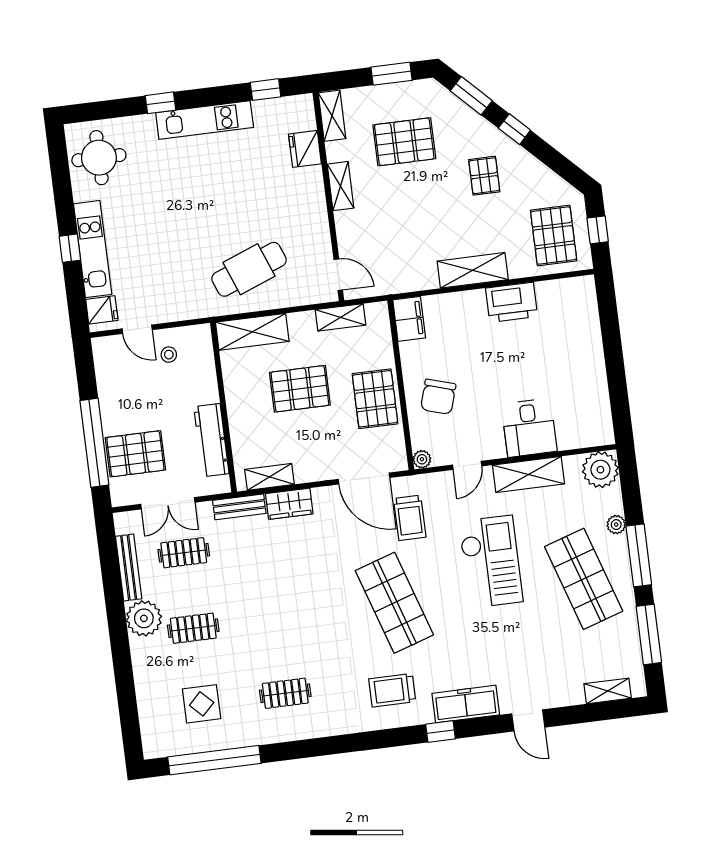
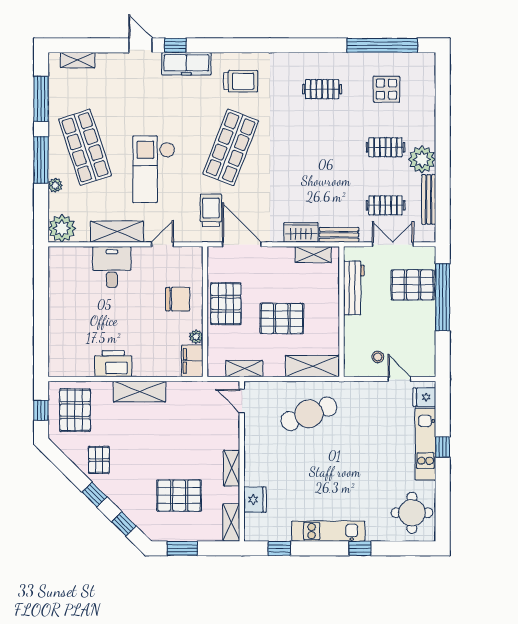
window: (471, 96) -> (124, 524), width x0.67
pallet: (484, 176) -> (99, 460), moved
chair: (438, 397) -> (178, 299), turned 73
plant: (422, 459) -> (196, 337), moved
shop shelf: (394, 603) -> (231, 147), turned 39
window: (441, 732) -> (175, 45), moved

